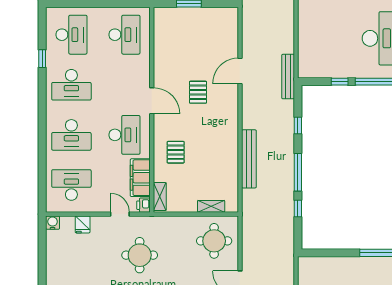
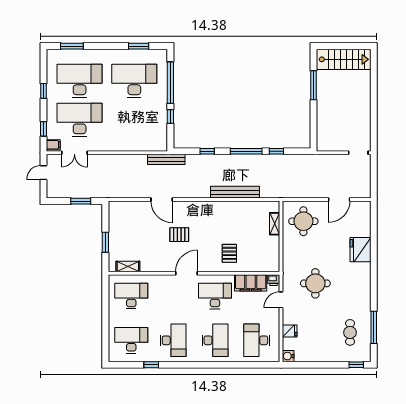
pallet: (176, 152) -> (229, 253), turned 90
shelving: (160, 197) -> (128, 267), moved

